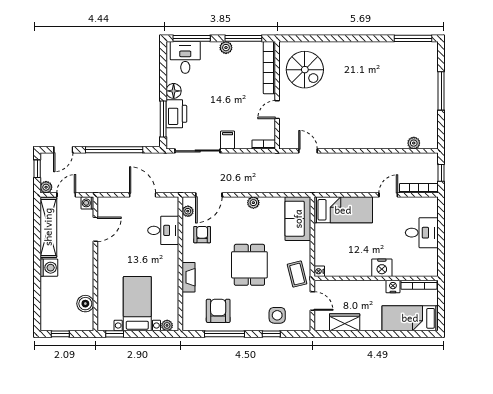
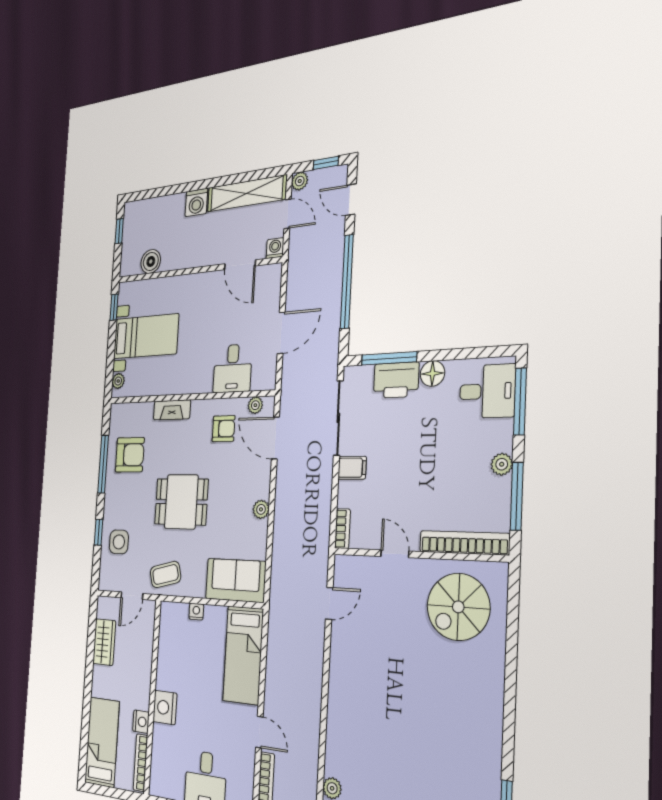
nightstand: (319, 271) -> (196, 612), moved

